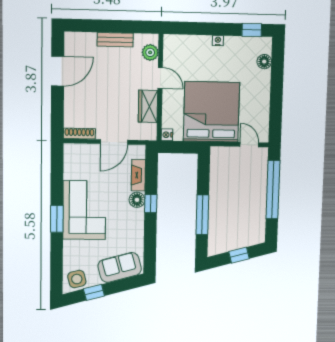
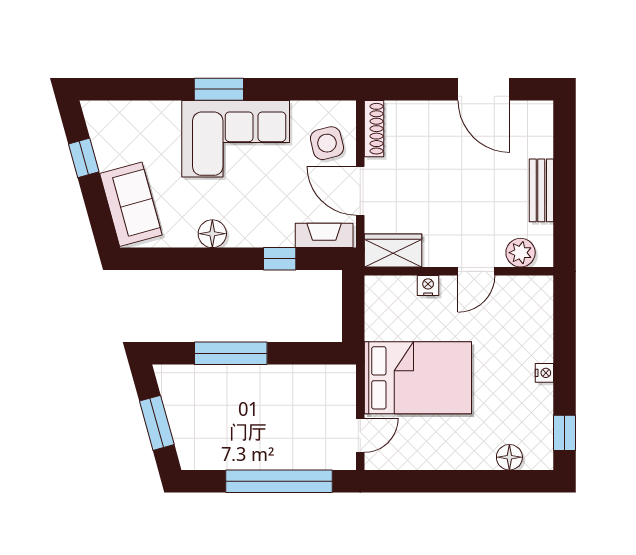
wardrobe: (148, 106) -> (393, 251), moved
bed: (211, 112) -> (418, 378), width x0.73
nightstand: (167, 135) -> (428, 286), moved
fireplace: (138, 175) -> (324, 235), moved
floor lamp: (137, 200) -> (212, 234), moved
window: (151, 204) -> (280, 259), moved
window: (239, 255) -> (157, 423), width x1.50
side table: (77, 279) -> (327, 143), moved

